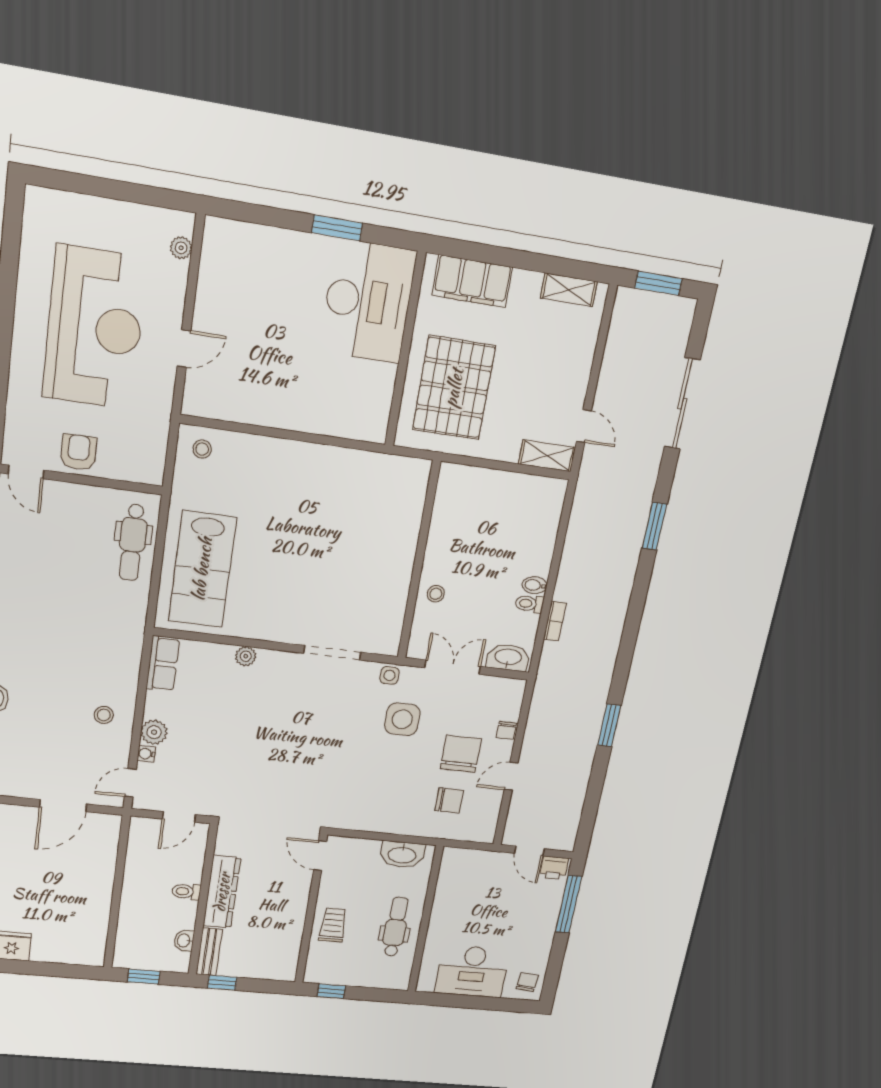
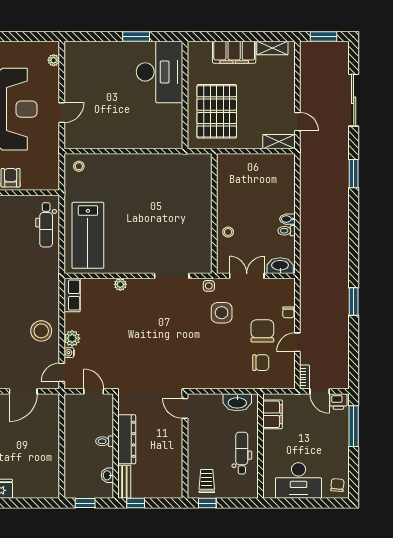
filing cabinet: (472, 281) -> (234, 52), moved
bookcase: (555, 621) -> (305, 377), moved
stool: (104, 715) -> (41, 331), width x1.89, depth x1.89
door: (179, 817) -> (94, 391), swing flipped
filing cabinet: (452, 877) -> (272, 414), added
trolley: (333, 925) -> (207, 481), moved

